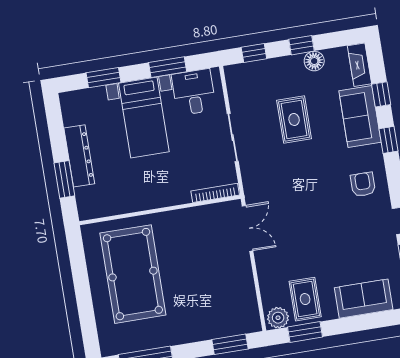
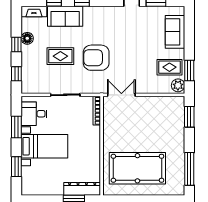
dresser: (79, 156) -> (82, 189), moved
armchair: (363, 184) -> (96, 58), moved, width x1.88, depth x1.88

